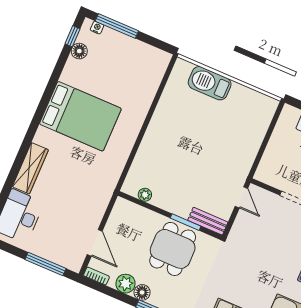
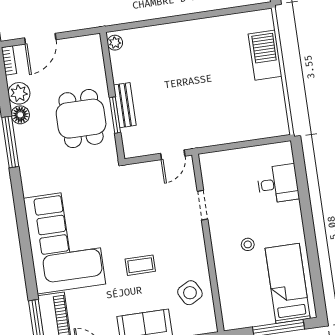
plant: (145, 195) -> (115, 43), moved
bench: (208, 221) -> (125, 105), moved
dining table: (173, 249) -> (81, 119), turned 90

